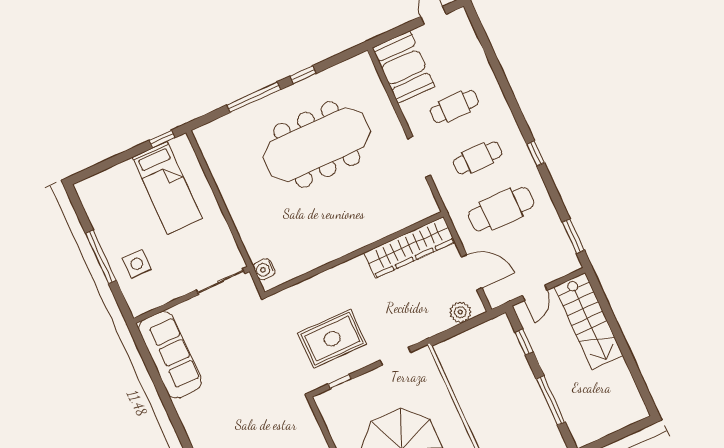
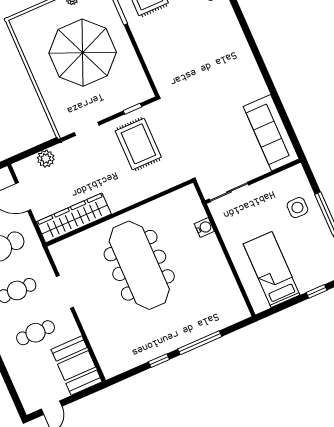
window: (162, 139) -> (317, 291), moved
meeting table: (317, 144) -> (139, 265), moved, turned 90
water cooler: (264, 269) -> (204, 227), moved
plant: (460, 312) -> (46, 159), moved
rug: (332, 339) -> (138, 144), turned 90

